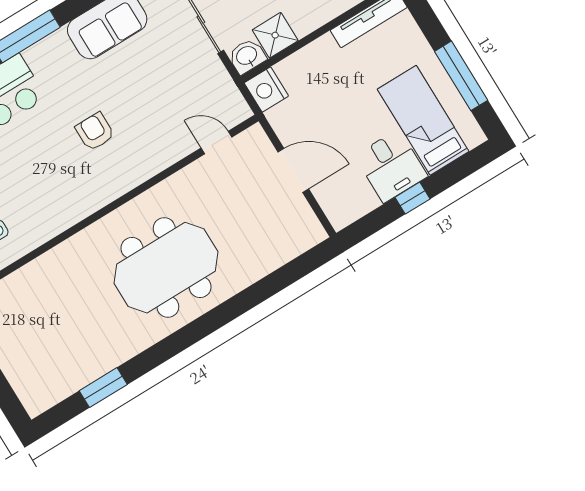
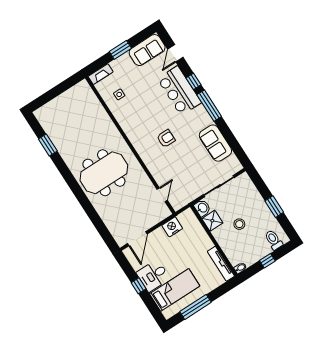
nightstand: (266, 89) -> (172, 227), moved
door: (293, 170) -> (137, 239), moved
meeting table: (166, 268) -> (104, 173), turned 90

